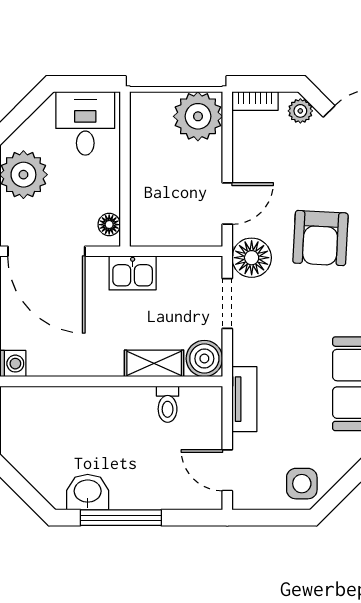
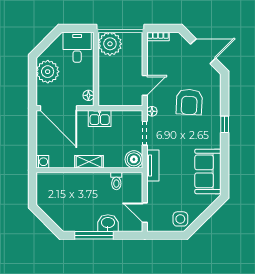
plant: (300, 111) -> (180, 41), removed
plant: (198, 116) -> (110, 44), moved
floor lamp: (252, 258) -> (152, 111), width x0.53, depth x0.53
shelving: (154, 363) -> (89, 162), moved
tv unit: (244, 399) -> (153, 166), moved
washbasin: (88, 492) -> (108, 223), moved

